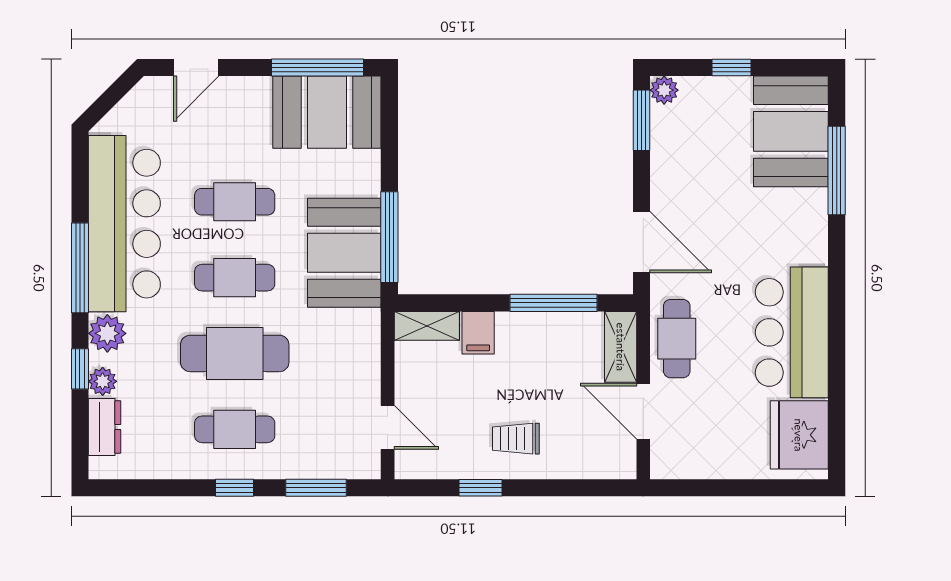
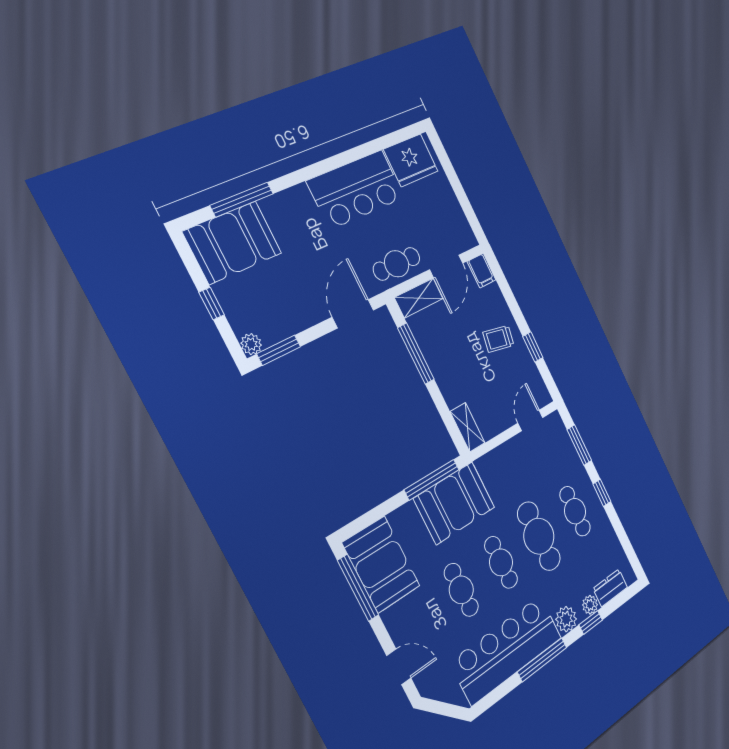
filing cabinet: (478, 333) -> (482, 271), moved, turned 90
trolley: (516, 439) -> (498, 339), turned 101

